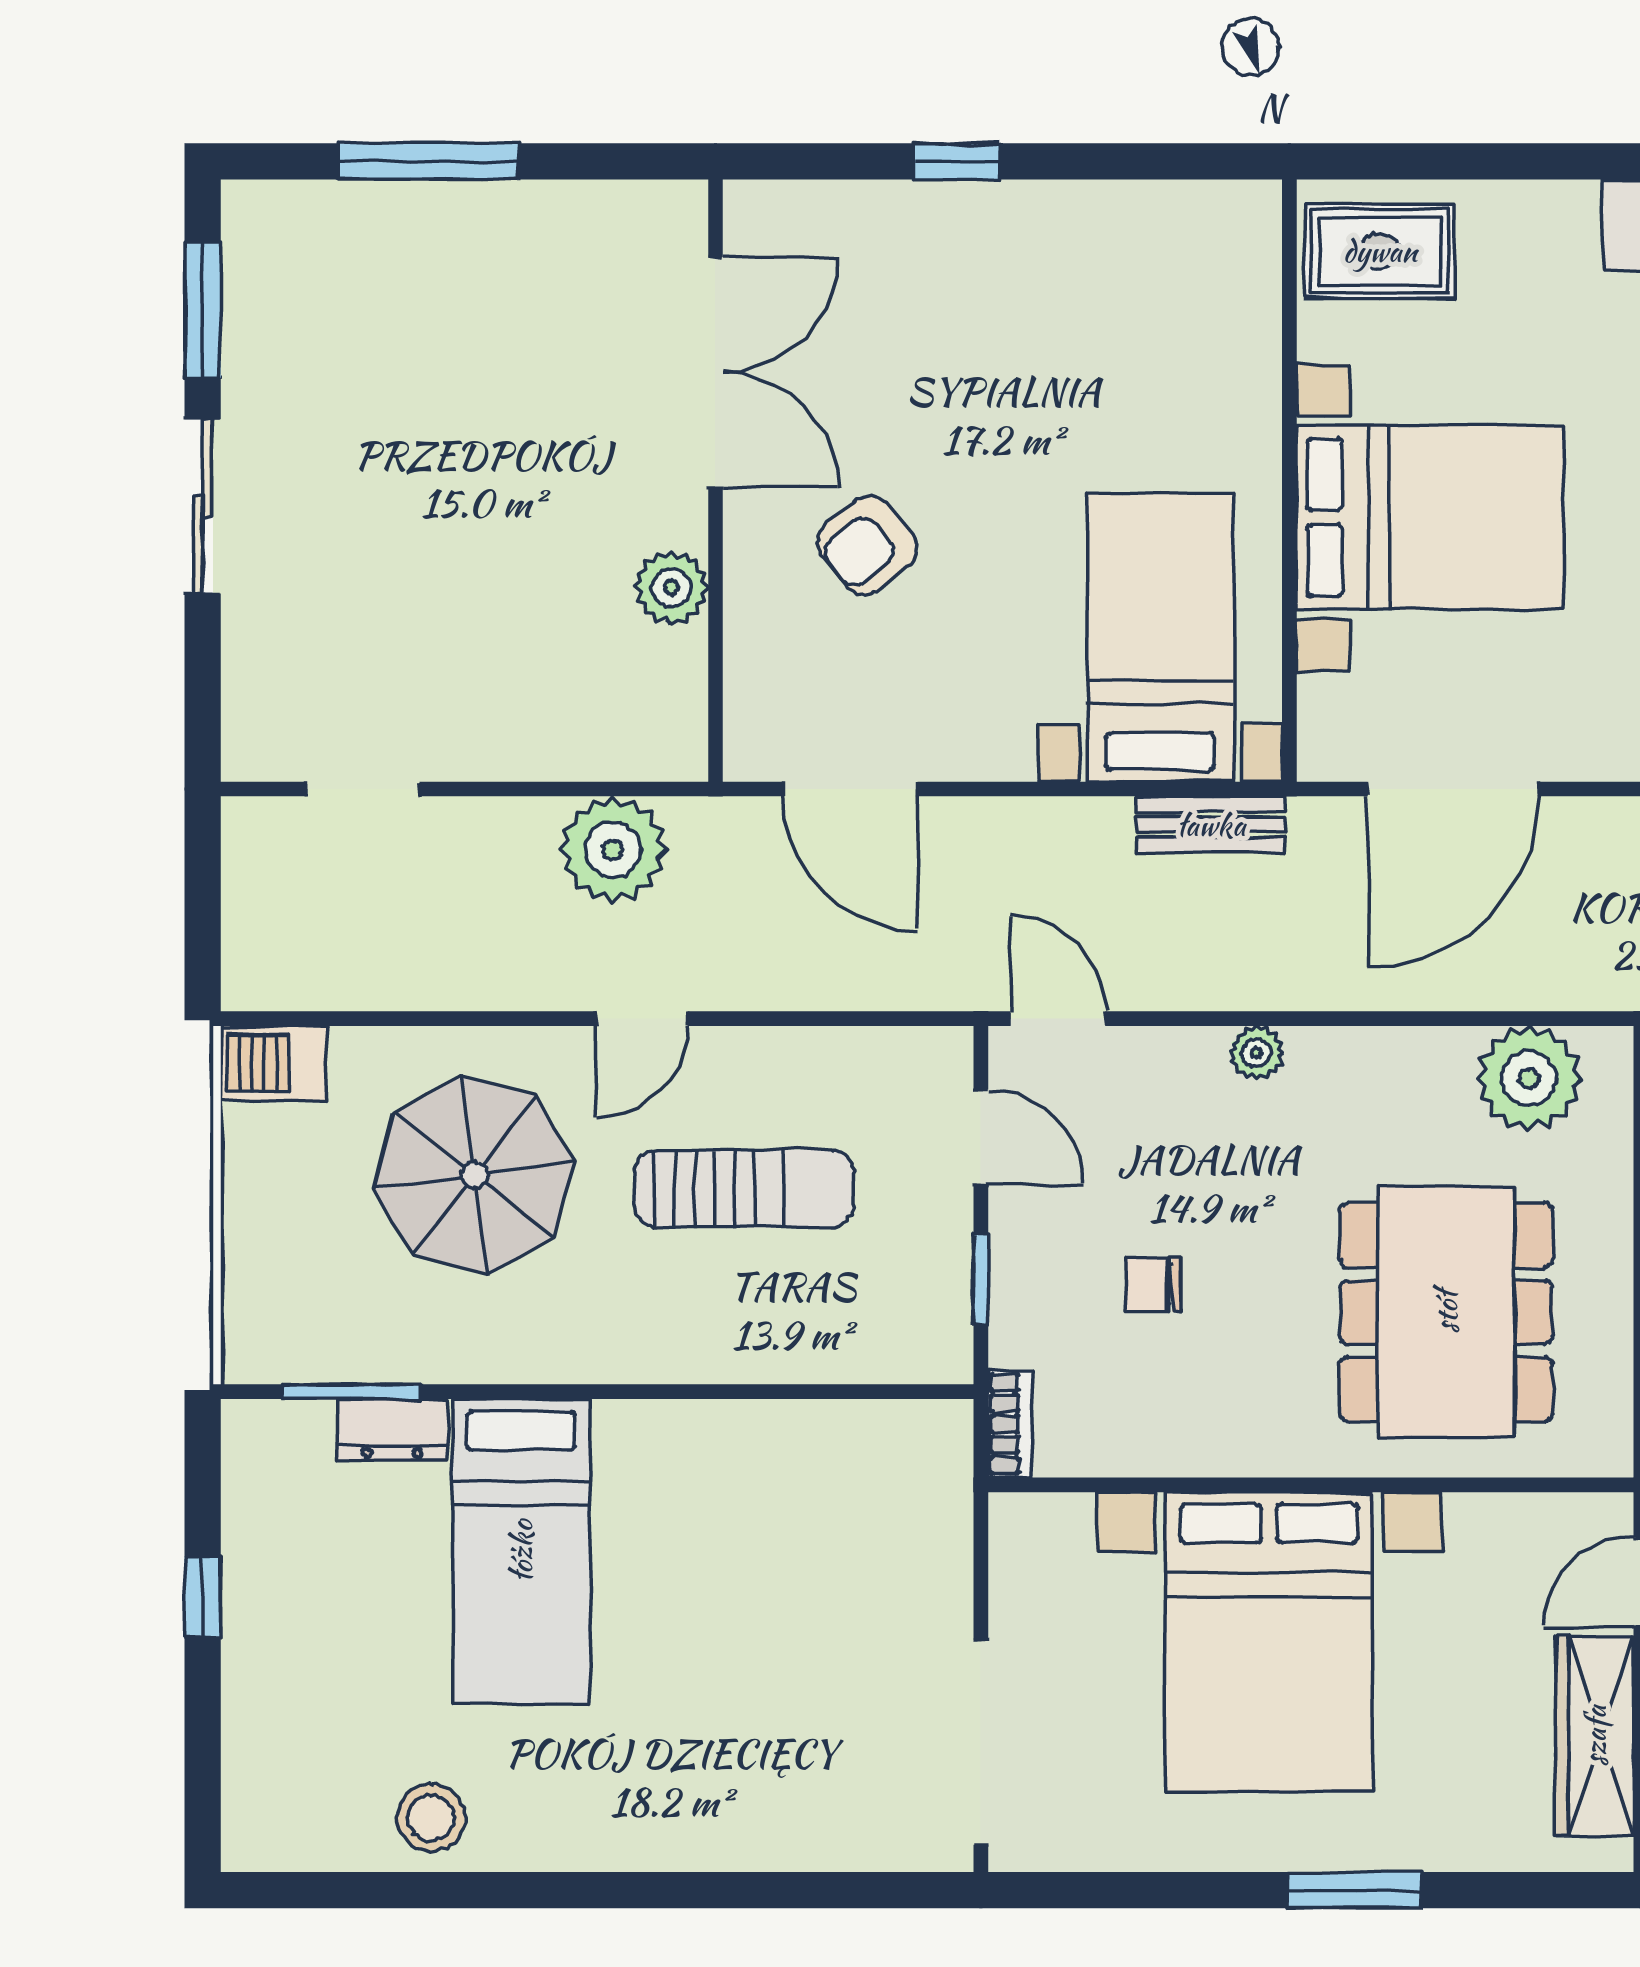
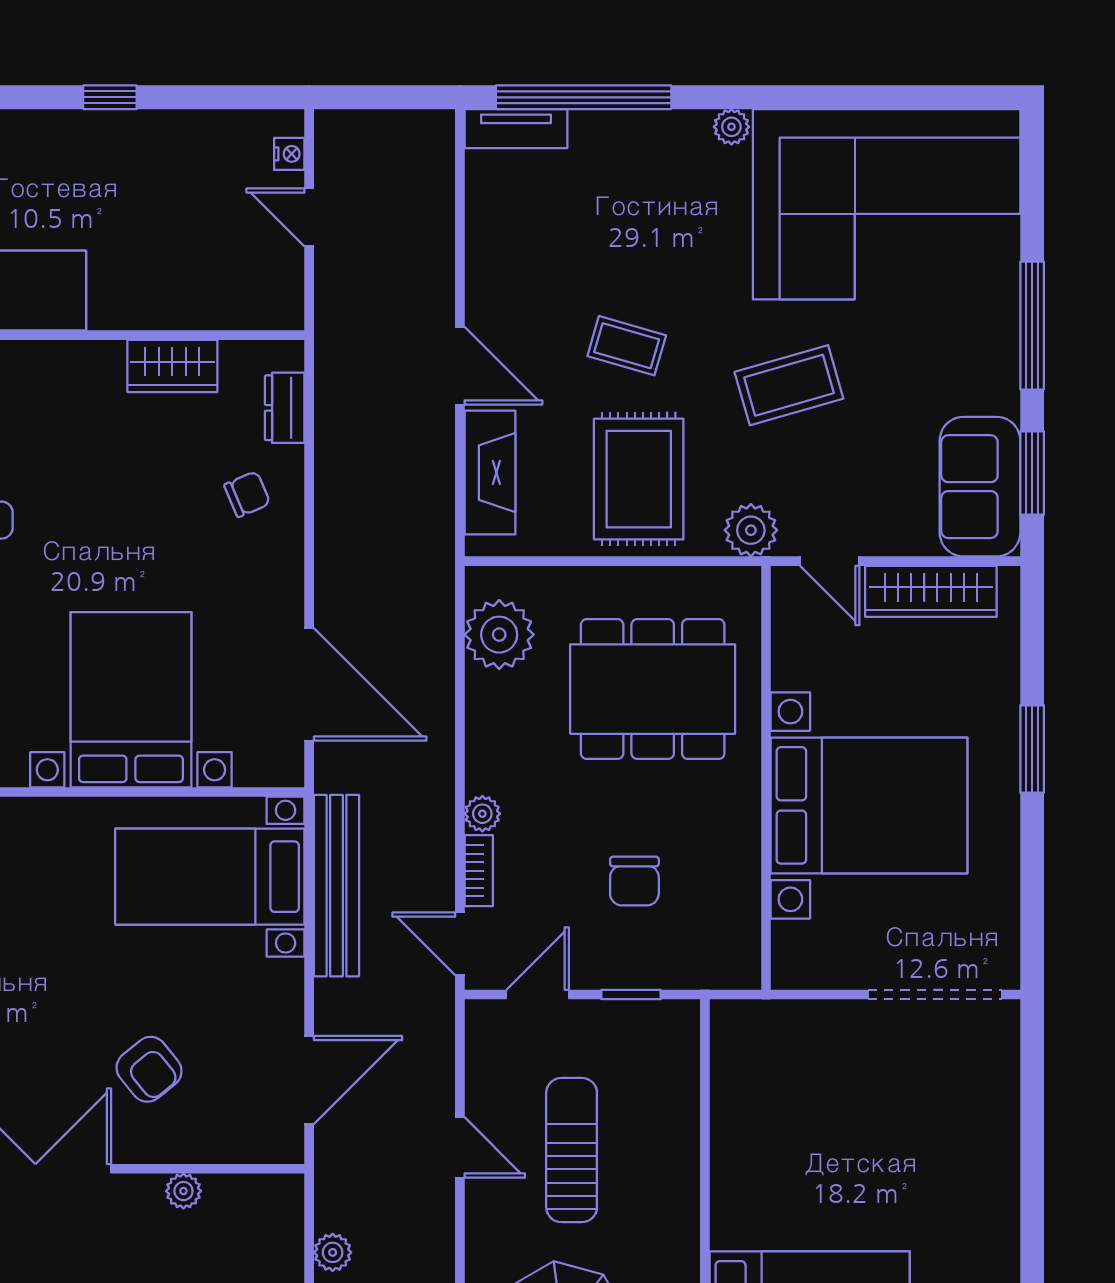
plant: (672, 588) -> (183, 1191), width x0.73, depth x0.73
bench: (1211, 825) -> (336, 886), width x1.86, depth x1.21
plant: (613, 850) -> (333, 1252), width x0.53, depth x0.53
door: (642, 1019) -> (460, 1147), moved
door: (1058, 1019) -> (460, 944), hinge flipped
chair: (1154, 1284) -> (634, 881), width x1.37, depth x1.37
bookcase: (1010, 1424) -> (479, 871), moved, turned 90

